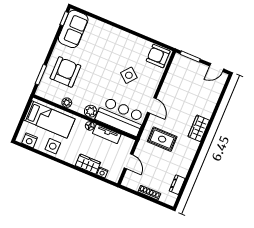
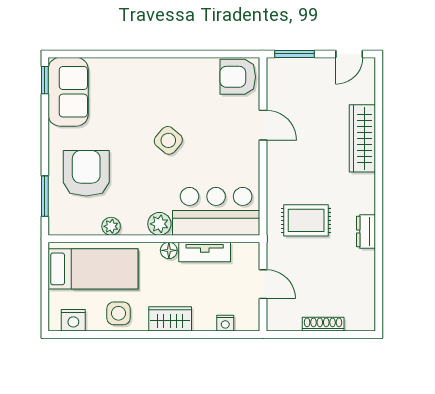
side table: (129, 75) -> (168, 140), moved
door: (152, 105) -> (263, 125), moved
wardrobe: (199, 128) -> (362, 138), moved, width x1.50
wardrobe: (88, 164) -> (170, 319), moved
dresser: (177, 185) -> (366, 232), moved

